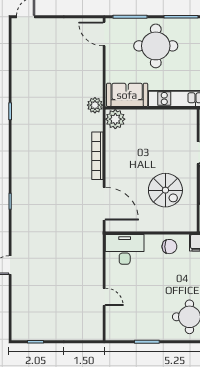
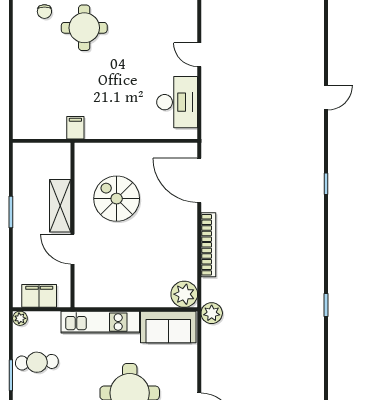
chair: (169, 247) -> (111, 122), removed
desk: (125, 249) -> (177, 102), moved, turned -90

